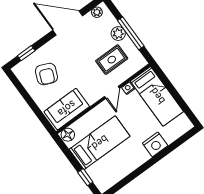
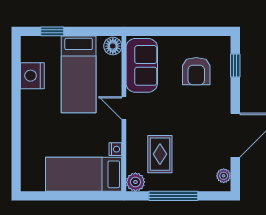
plant: (118, 34) -> (135, 182), moved
armchair: (46, 74) -> (196, 71), turned -113
door: (112, 92) -> (124, 108), moved
nightstand: (155, 144) -> (32, 76), moved

